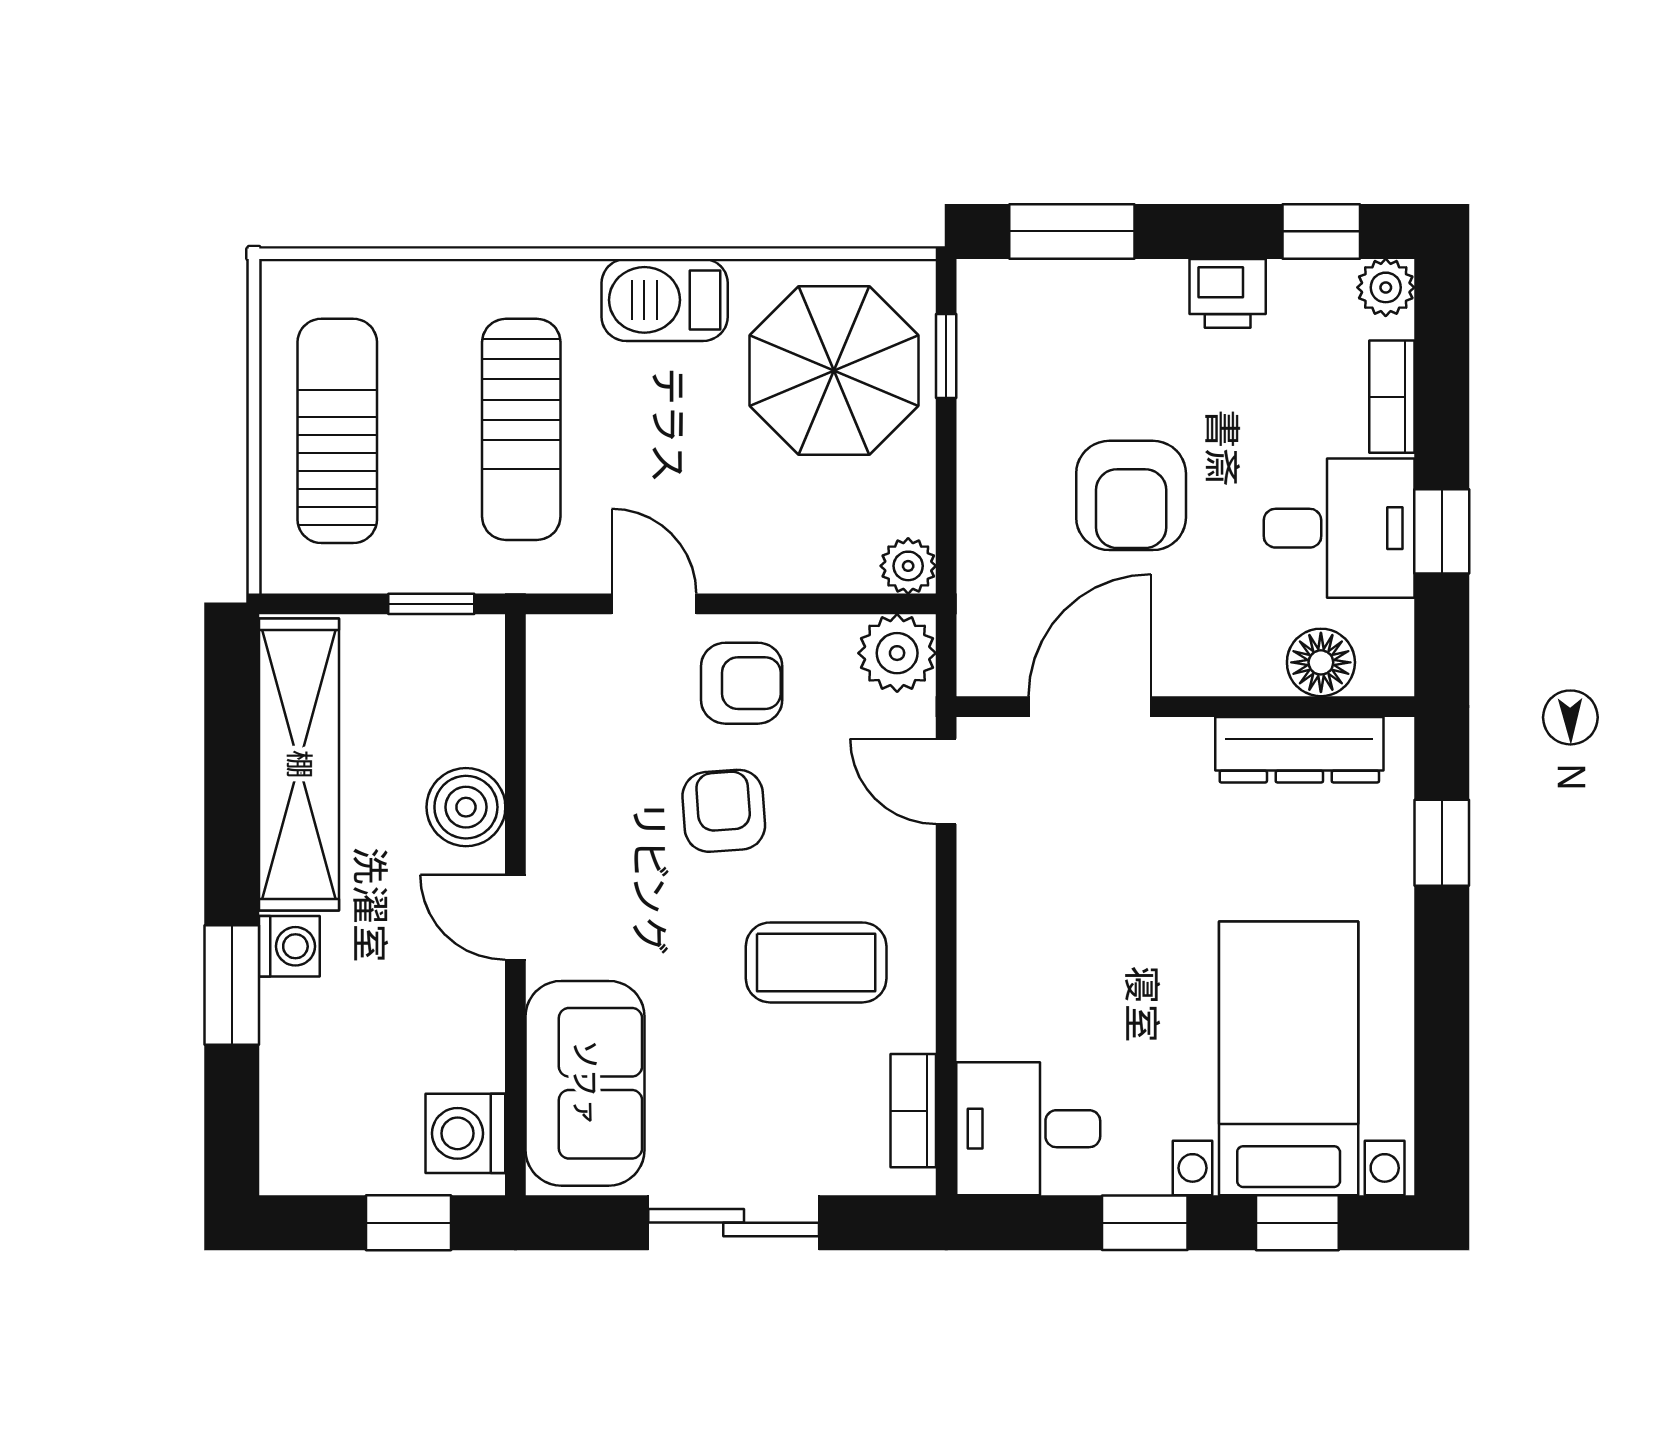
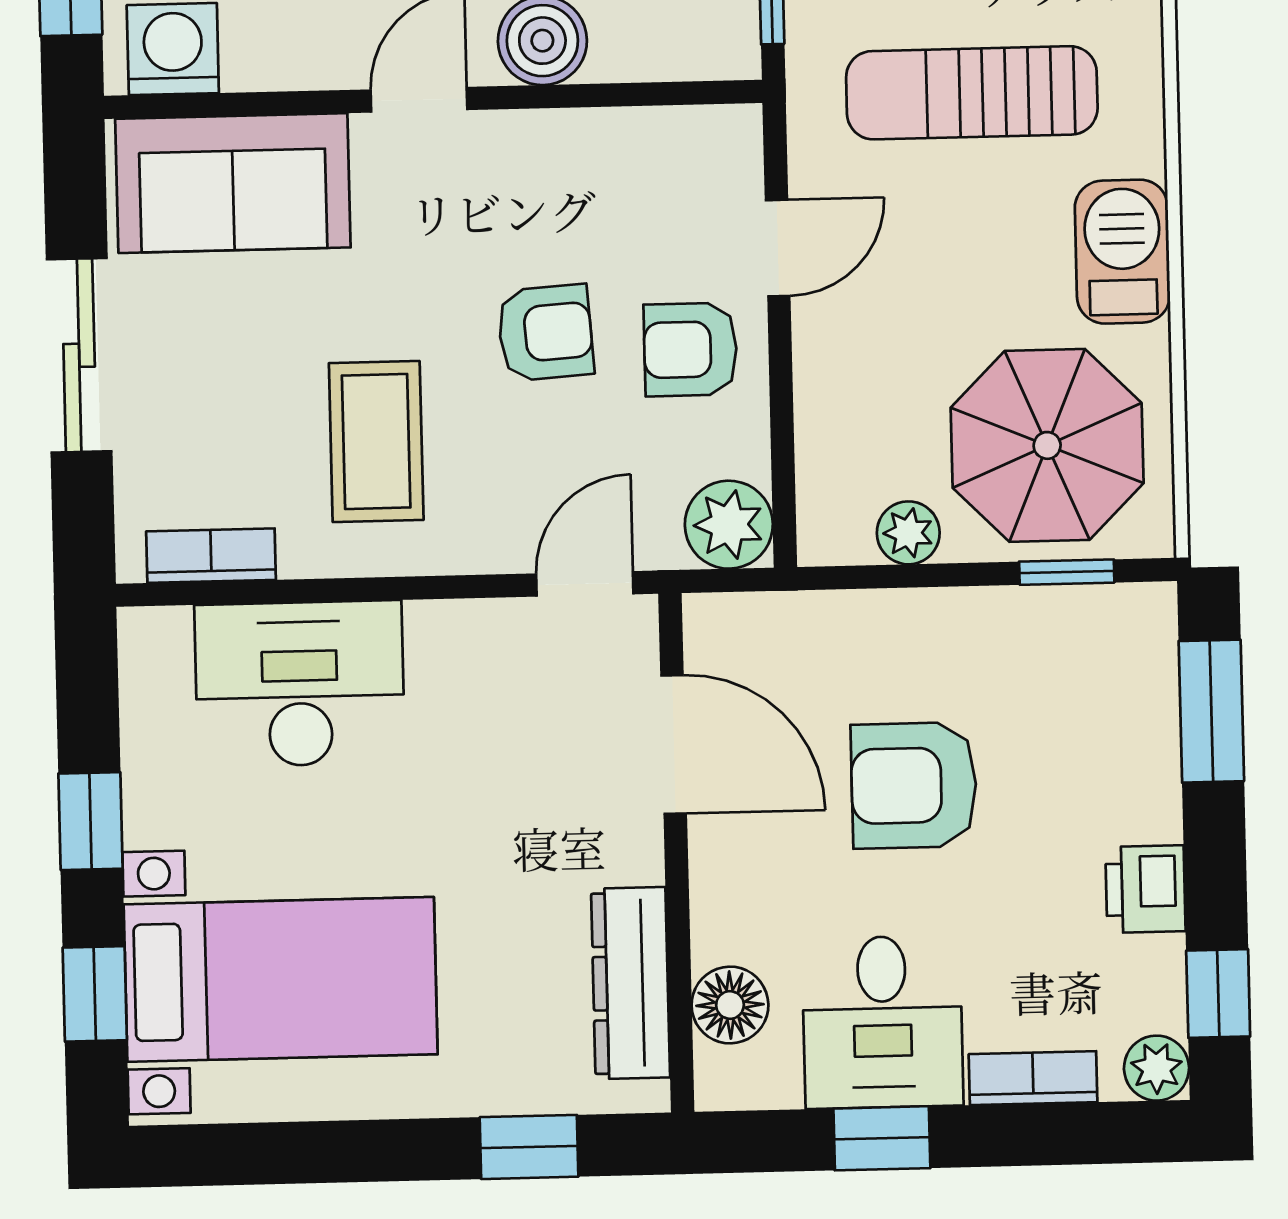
plant: (908, 566) -> (908, 533), moved
armchair: (742, 683) -> (690, 349), turned 90
desk: (1028, 1129) -> (300, 684), moved, width x1.37

